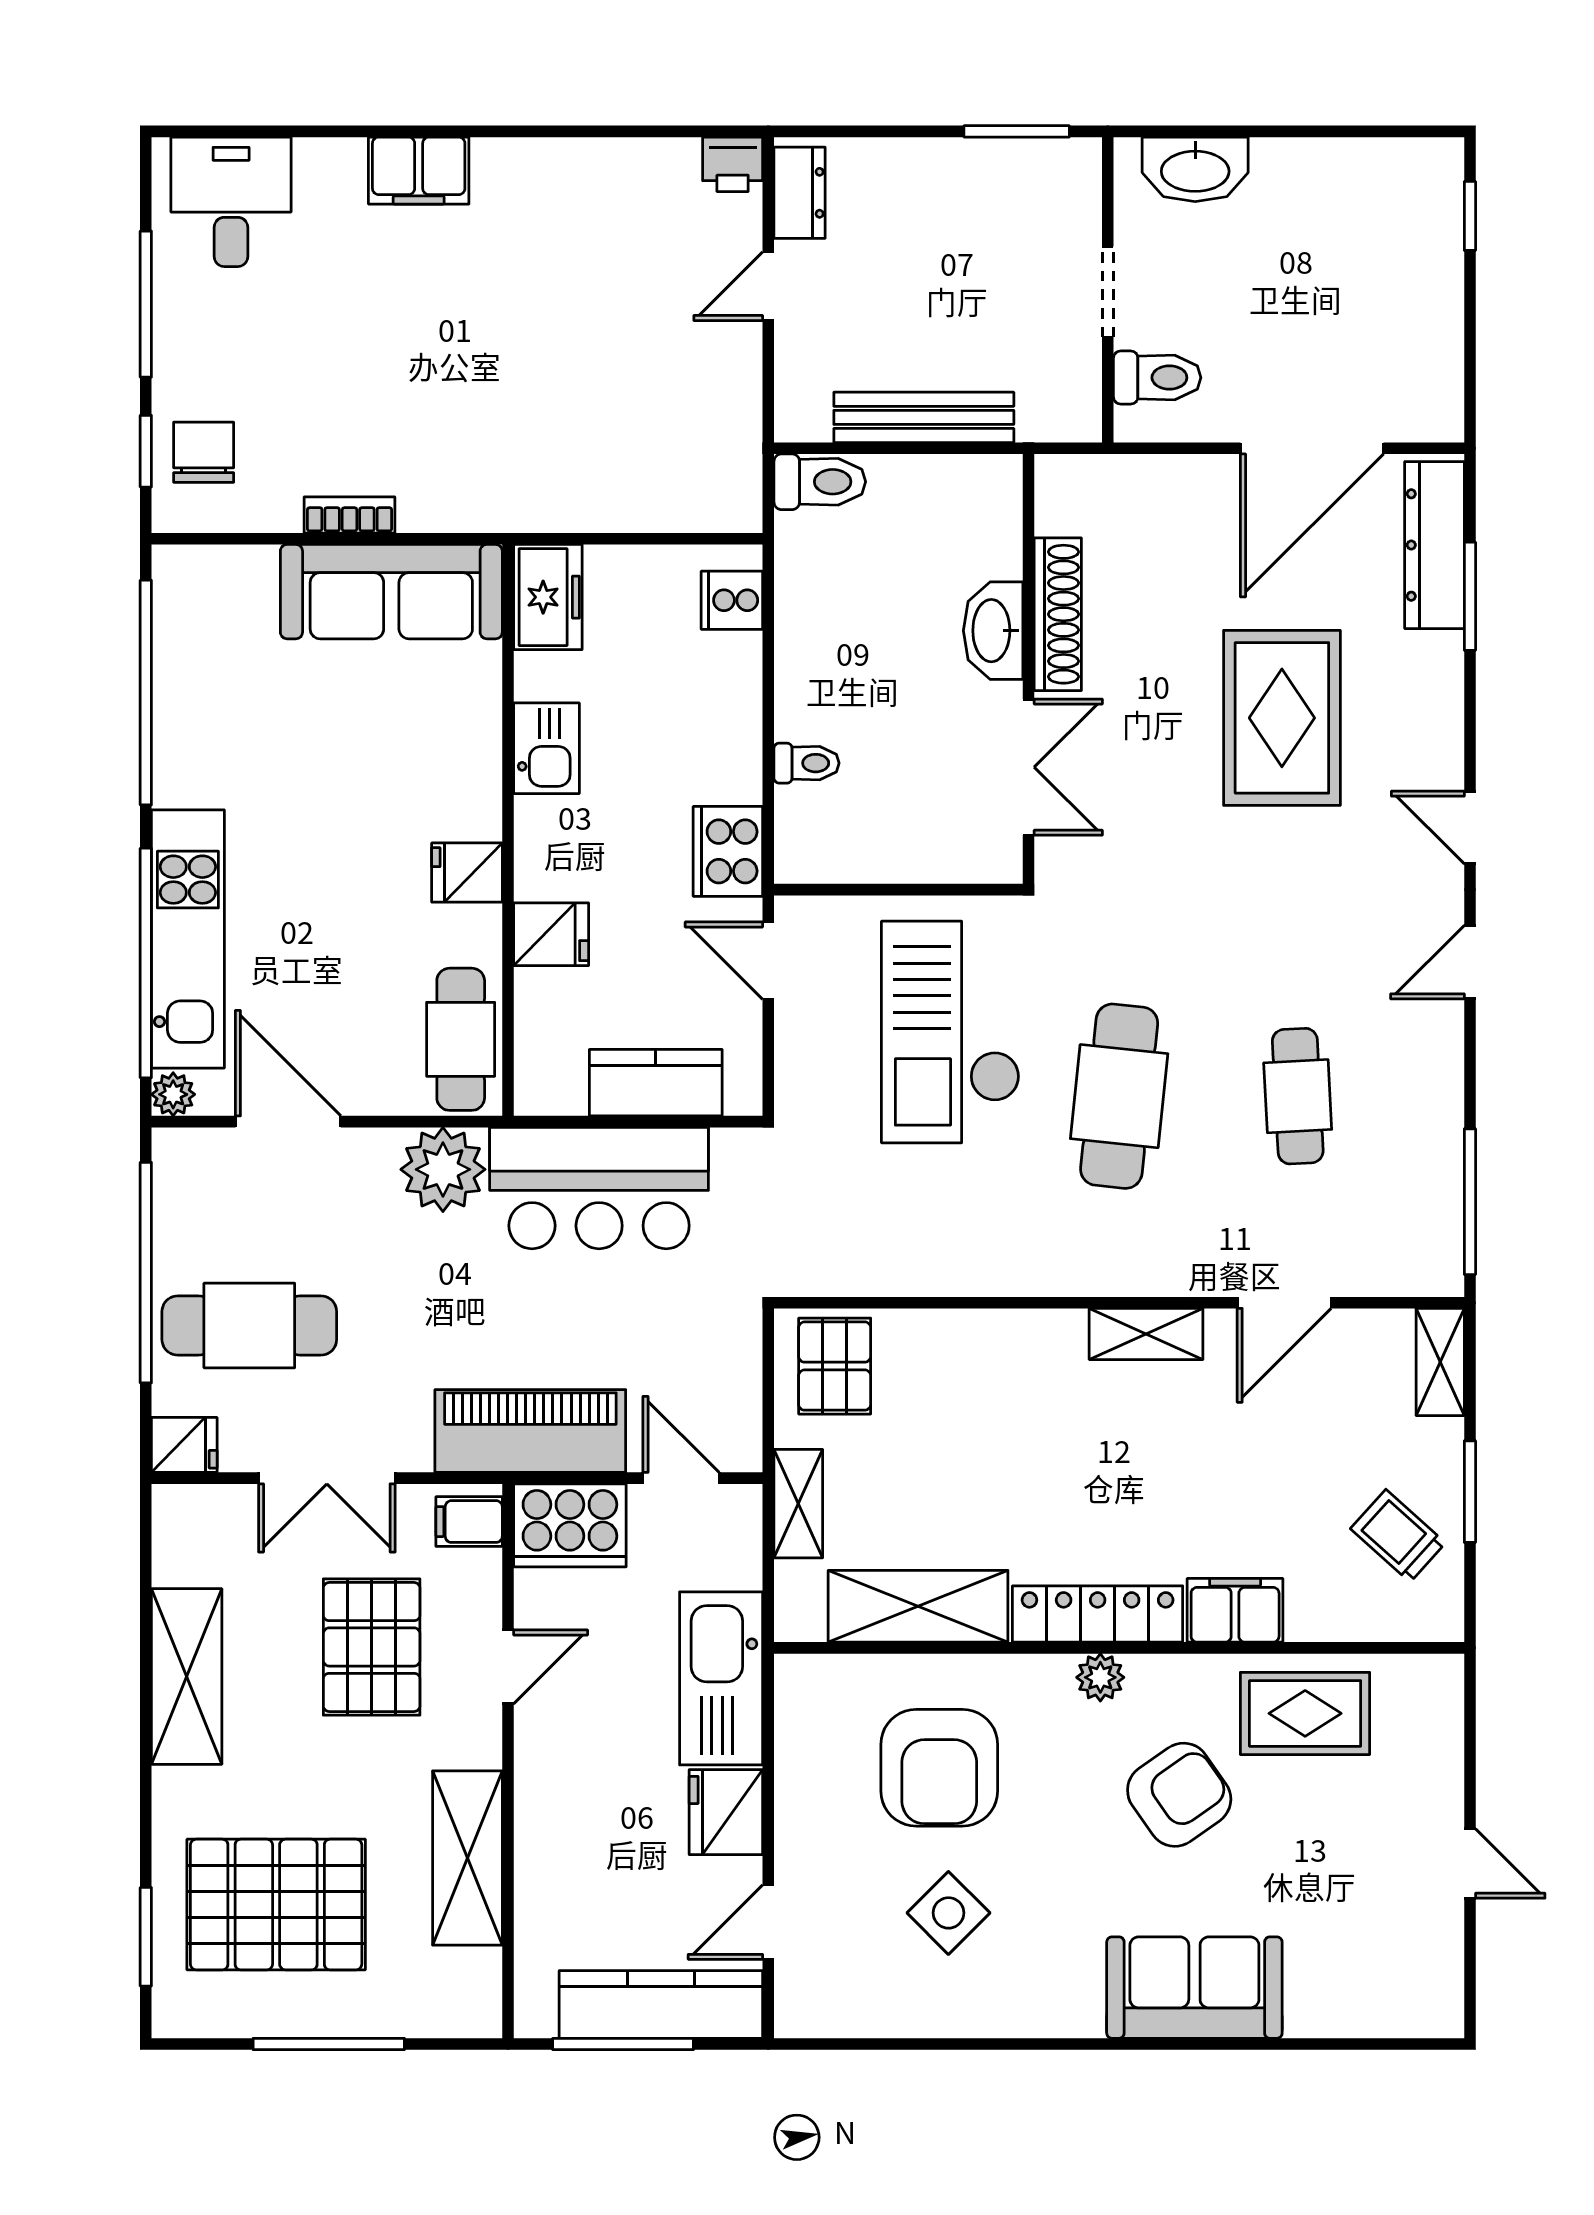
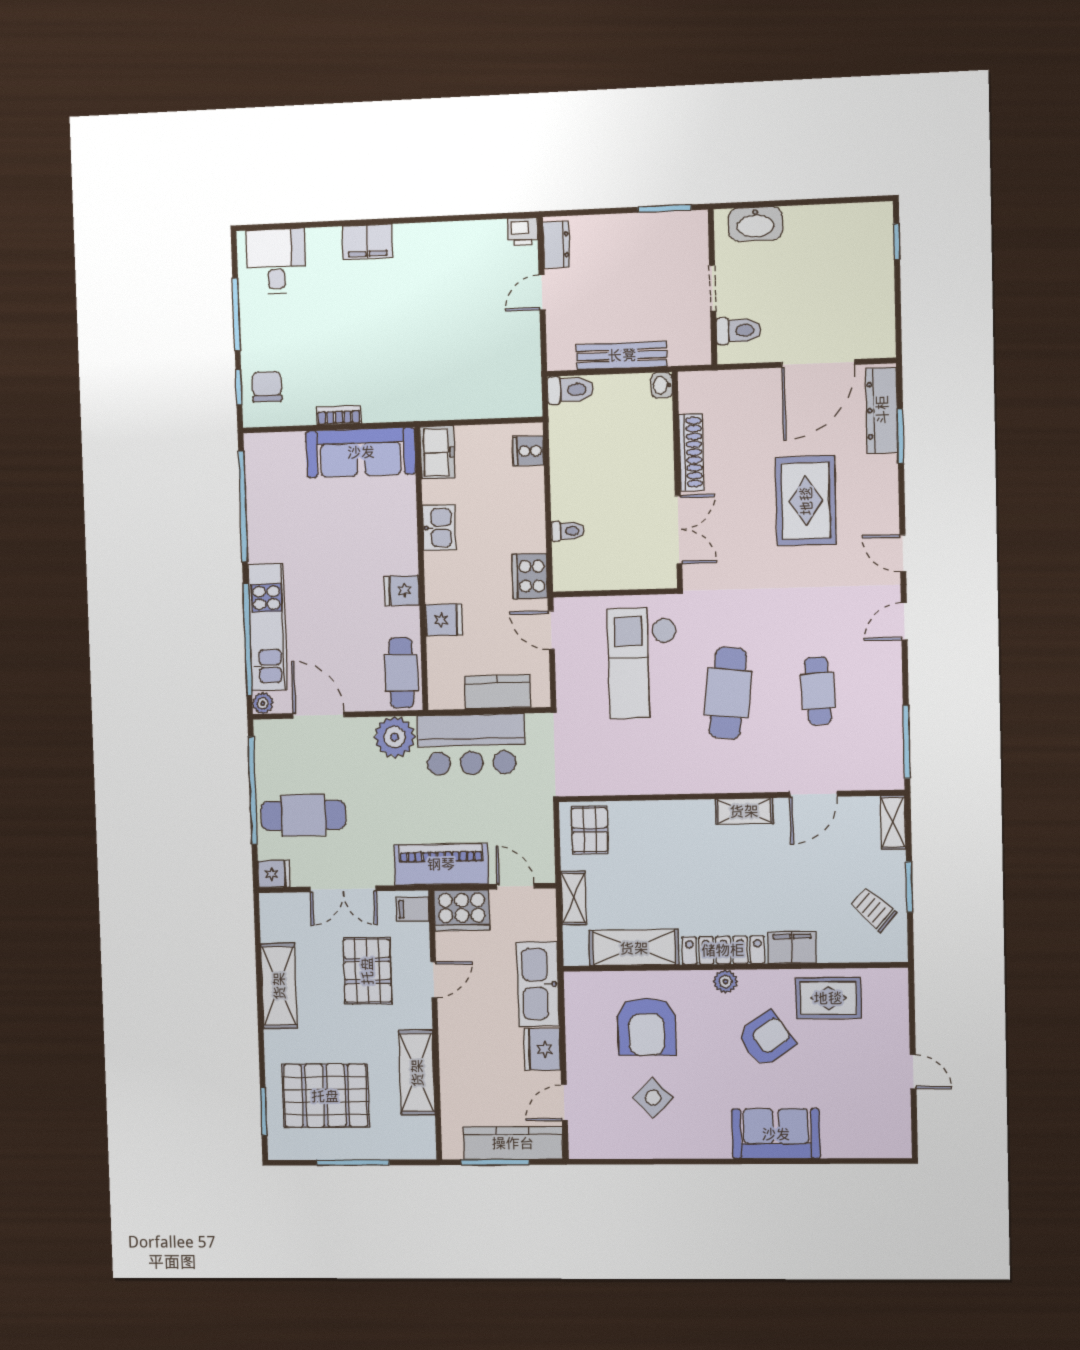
washbasin: (993, 631) -> (662, 385), moved, width x0.52, depth x0.69

